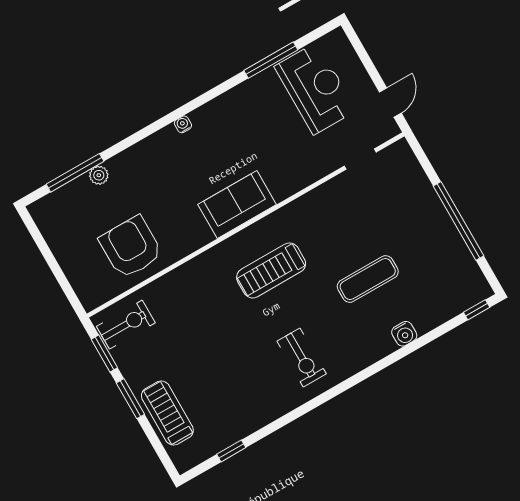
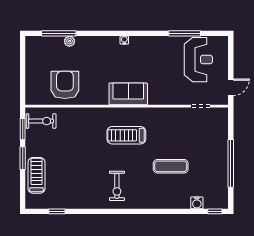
water cooler: (404, 334) -> (197, 203), moved

